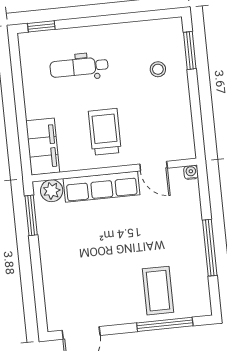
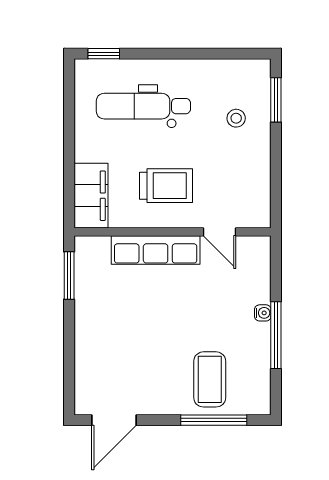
dental chair: (79, 67) -> (143, 106), width x1.36, depth x1.38
trolley: (105, 132) -> (166, 186), turned 90
water cooler: (191, 172) -> (263, 313), moved, turned 90
plant: (52, 191) -> (96, 249), removed

